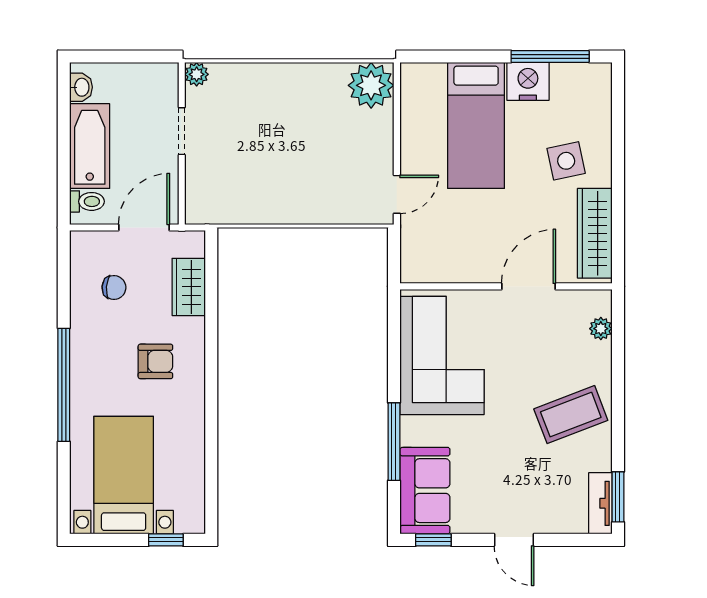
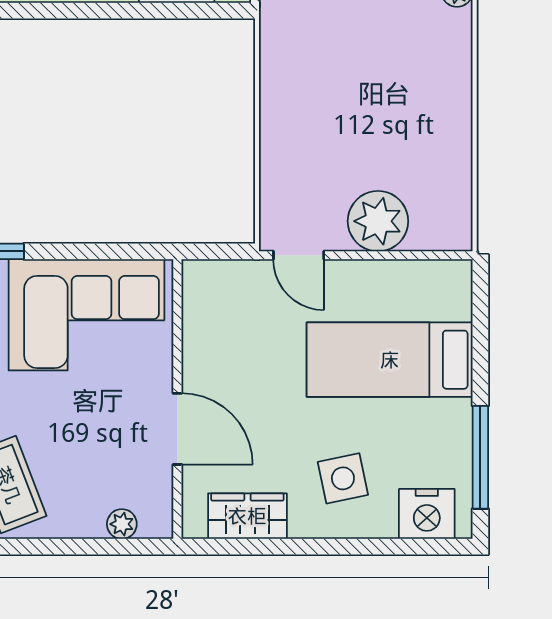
nightstand: (528, 81) -> (427, 514), moved, turned 90
plant: (371, 85) -> (378, 221), moved
wardrobe: (595, 233) -> (247, 516), width x0.67

